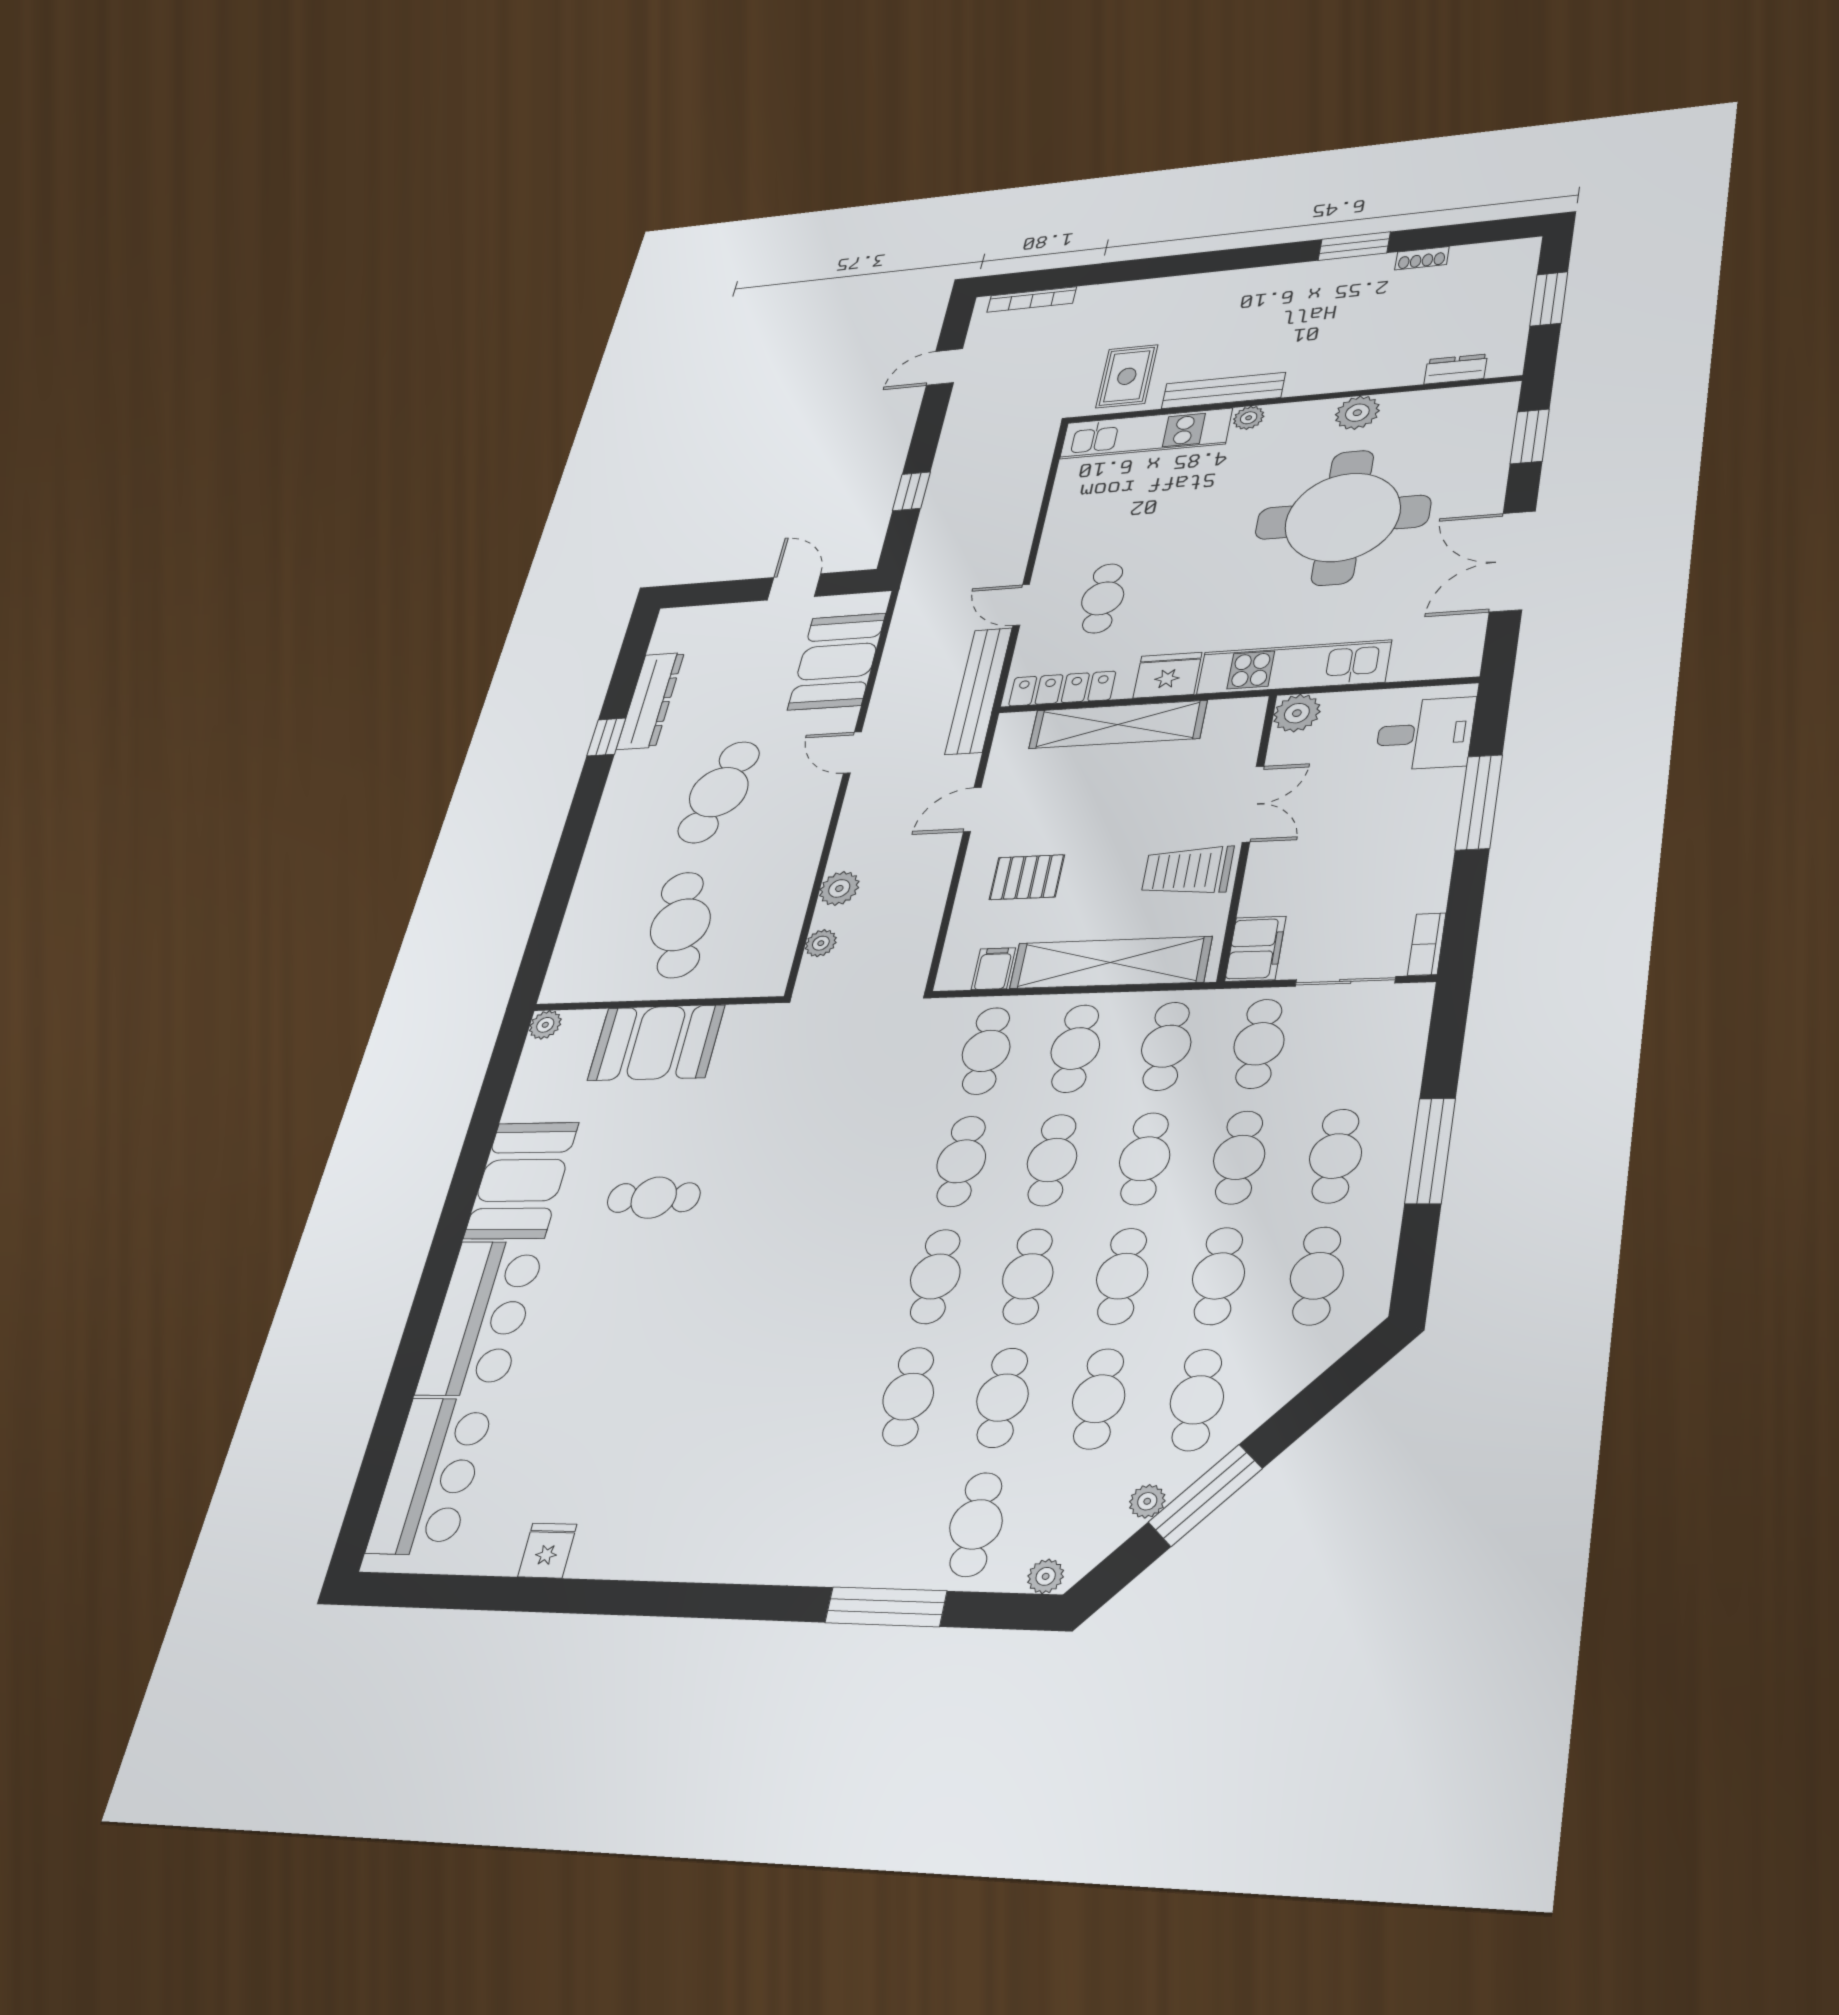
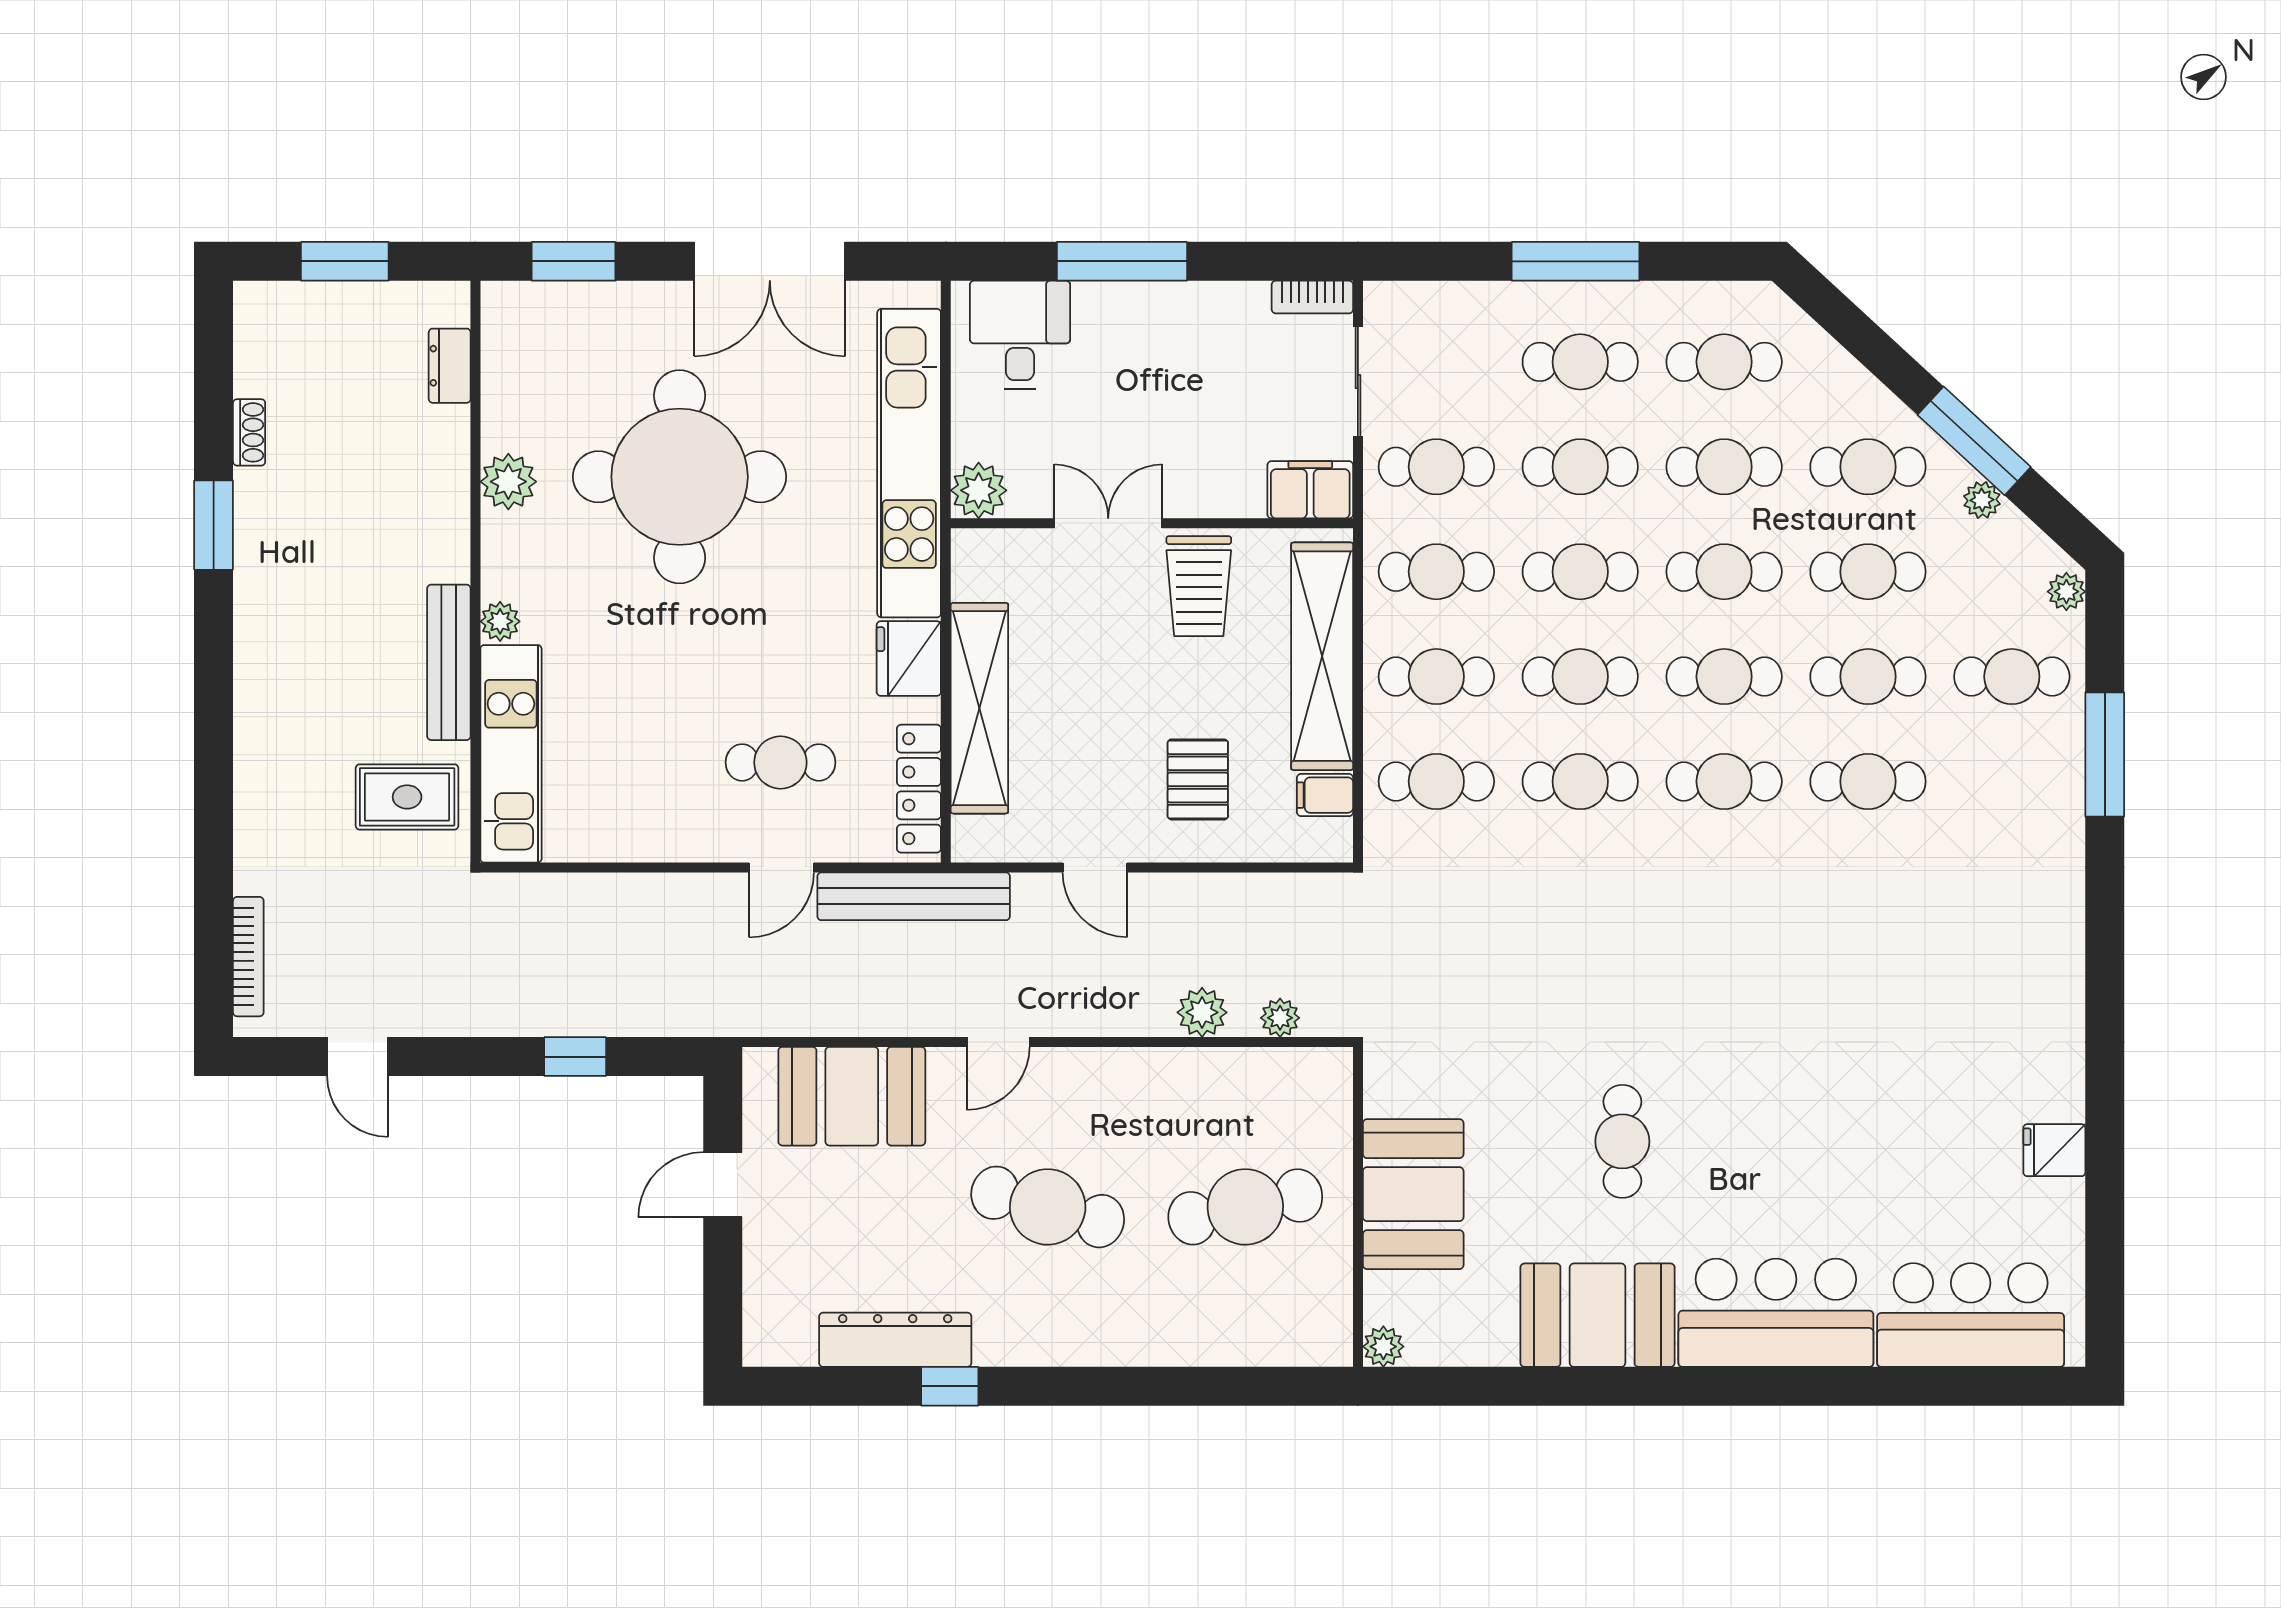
kitchen unit: (1294, 667) -> (909, 463), width x1.36

